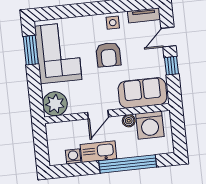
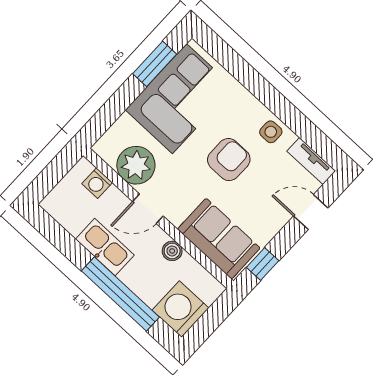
armchair: (108, 55) -> (229, 160), turned 180
window: (171, 66) -> (263, 264), moved
plant: (55, 104) -> (136, 165), moved
washing machine: (150, 125) -> (180, 309), moved, turned 90
washing machine: (73, 156) -> (97, 183), moved, turned 180

